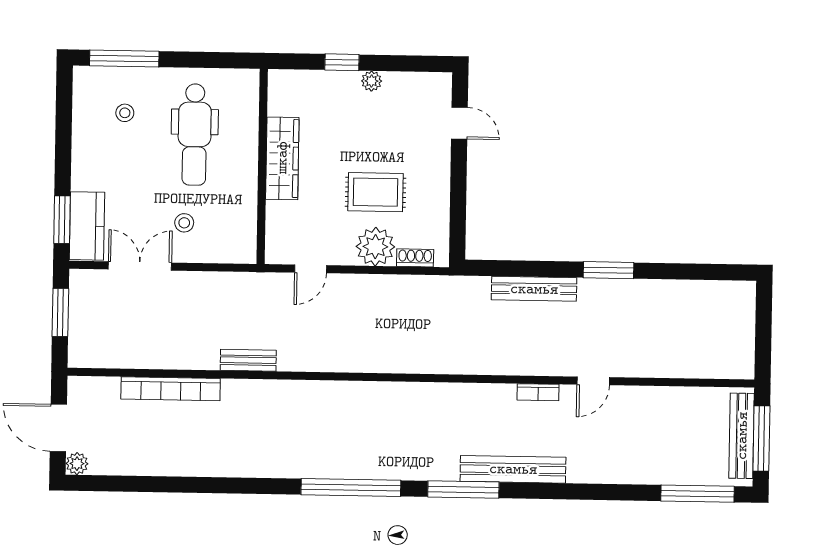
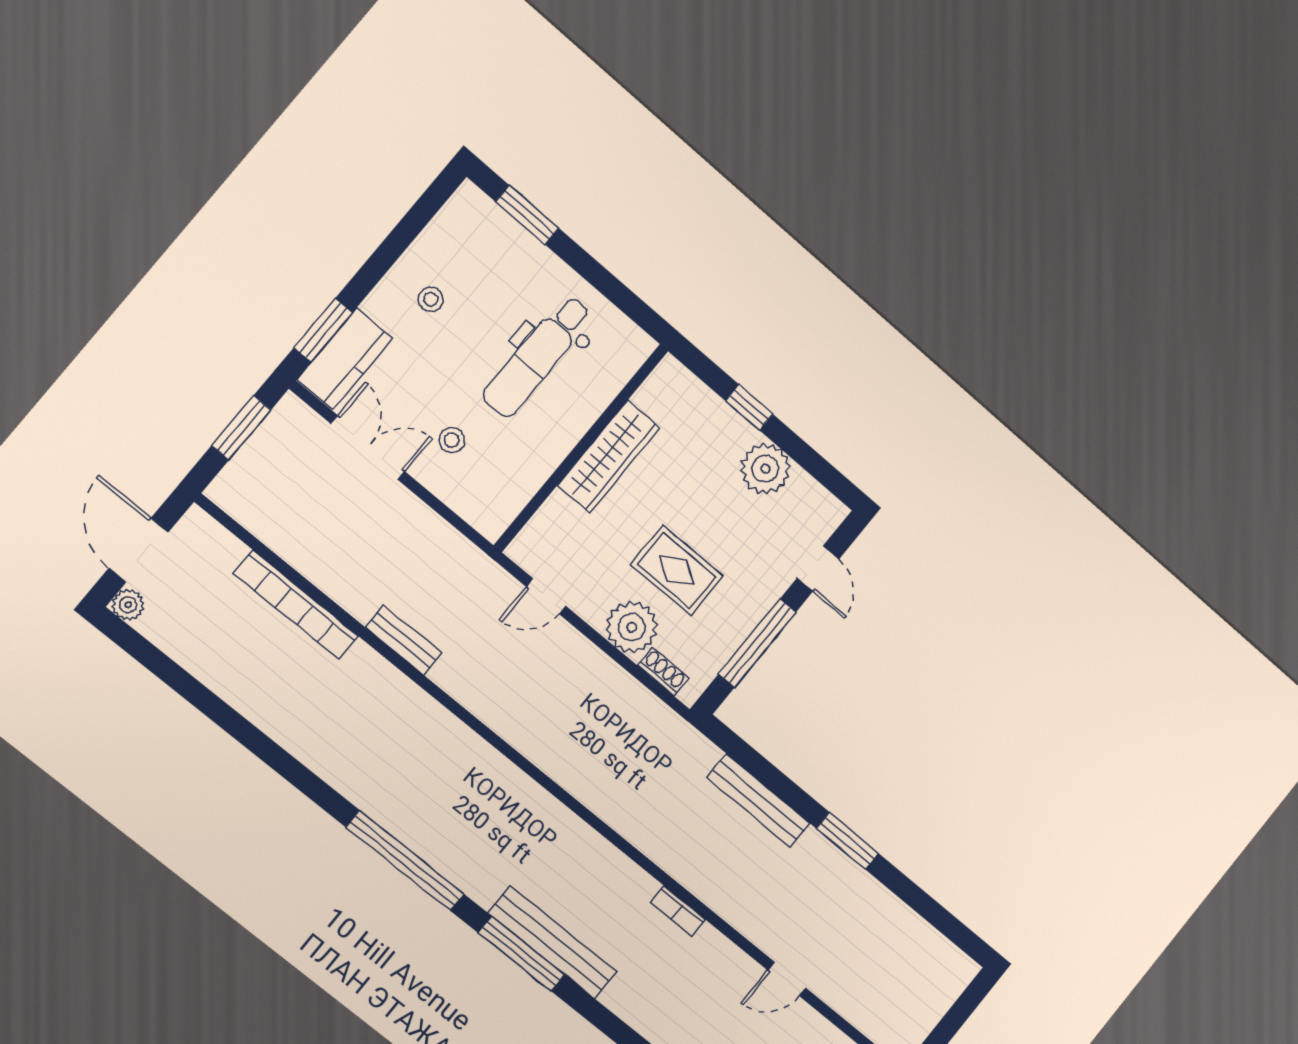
window: (124, 58) -> (527, 215), width x0.69
plant: (372, 81) -> (765, 469), width x1.87, depth x1.87
stool: (125, 113) -> (431, 299), moved
window: (458, 196) -> (757, 643), added
door: (593, 381) -> (787, 979), moved
bench: (513, 469) -> (553, 942), moved

